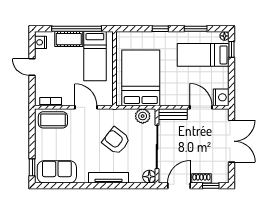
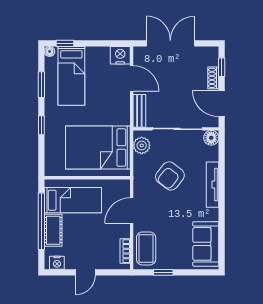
door: (201, 107) -> (132, 78), swing flipped
window: (32, 167) -> (163, 272), moved

